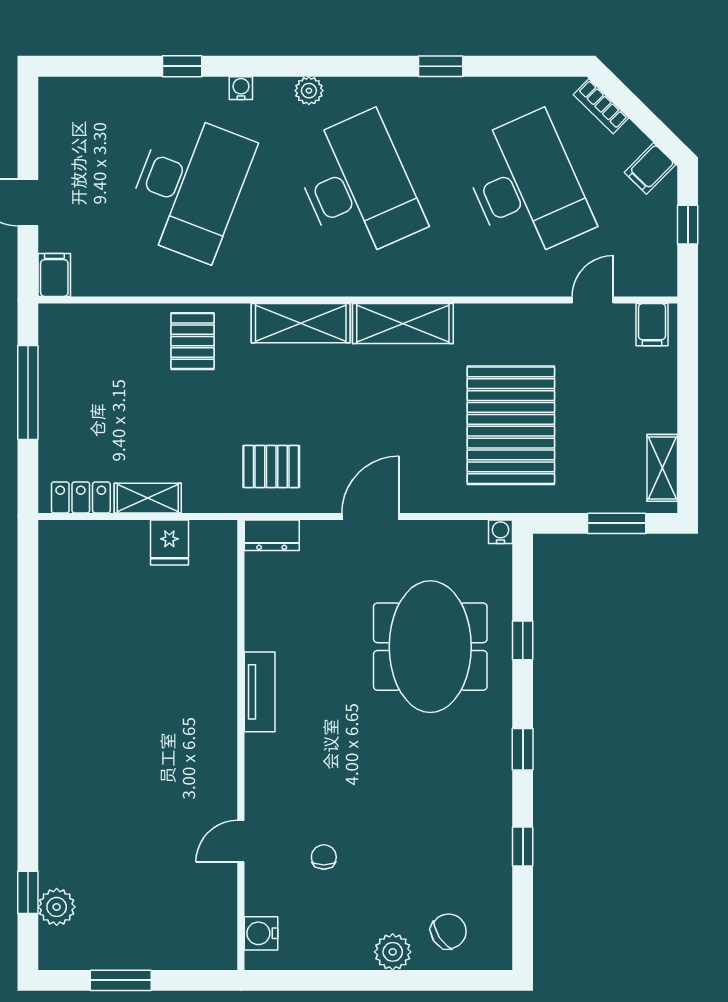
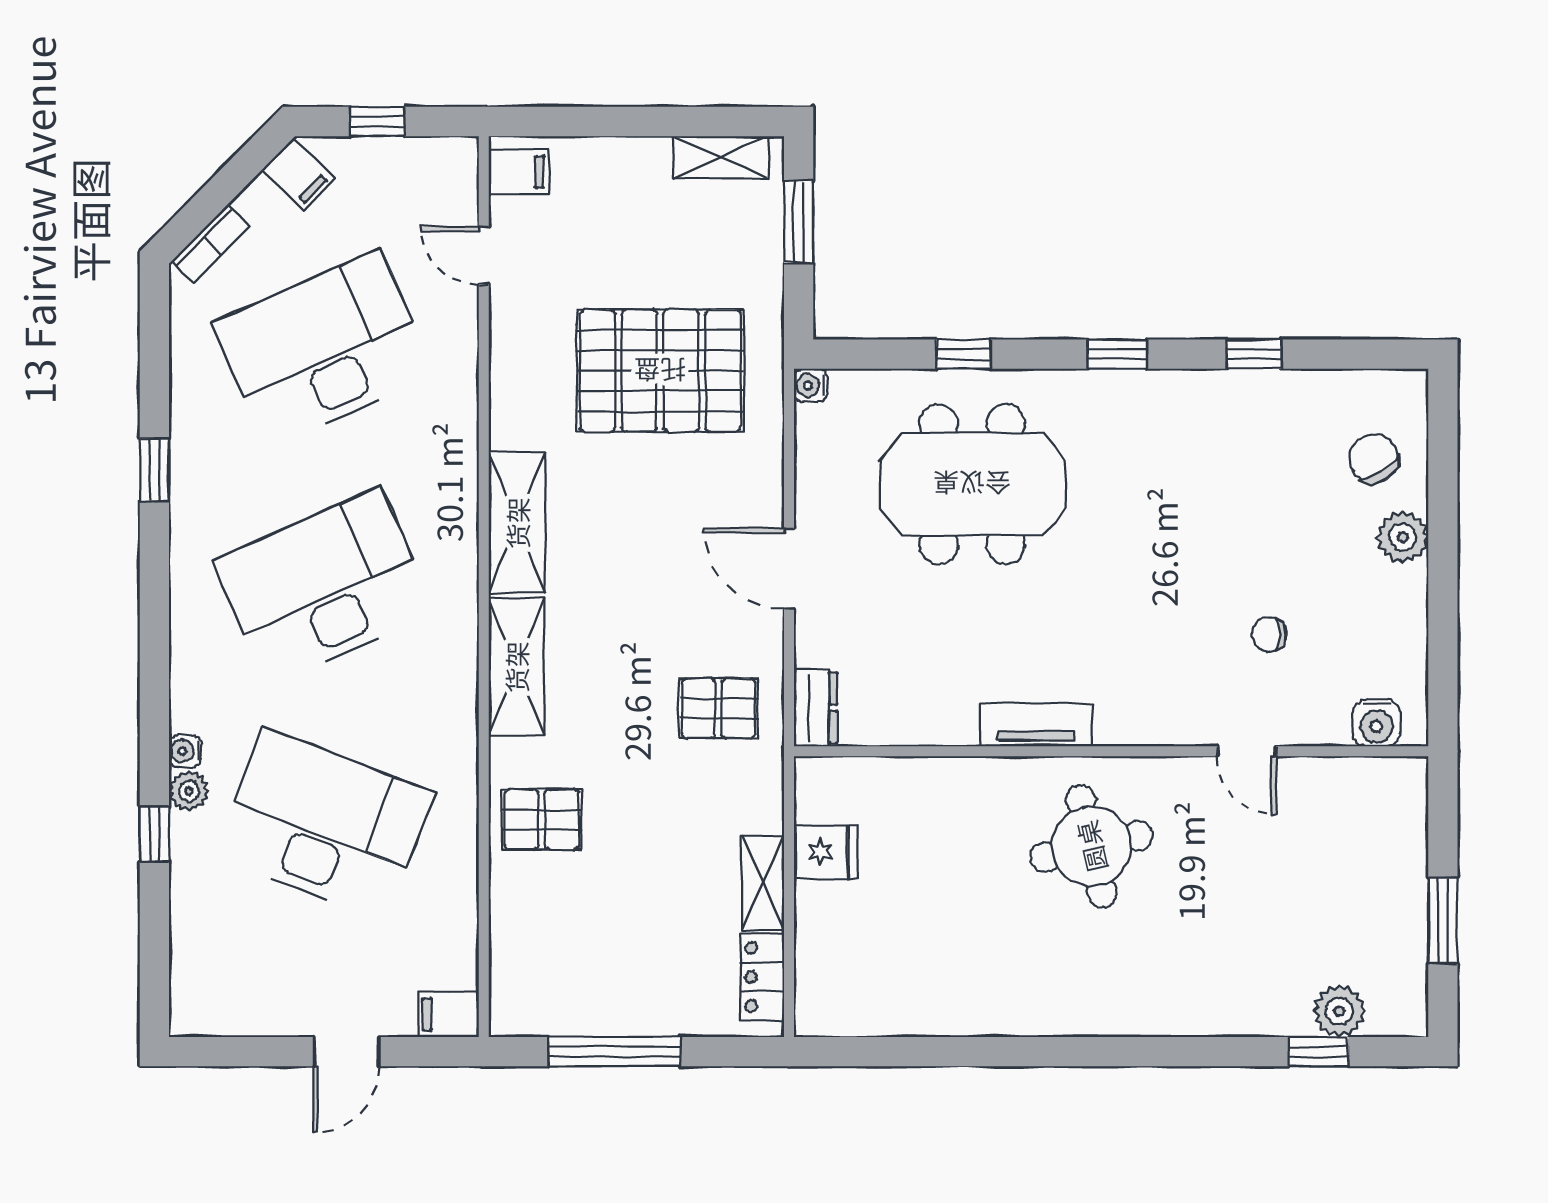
plant: (309, 91) -> (189, 791), moved
pallet: (271, 467) -> (719, 708), turned 90
round table: (173, 731) -> (1091, 846), added

